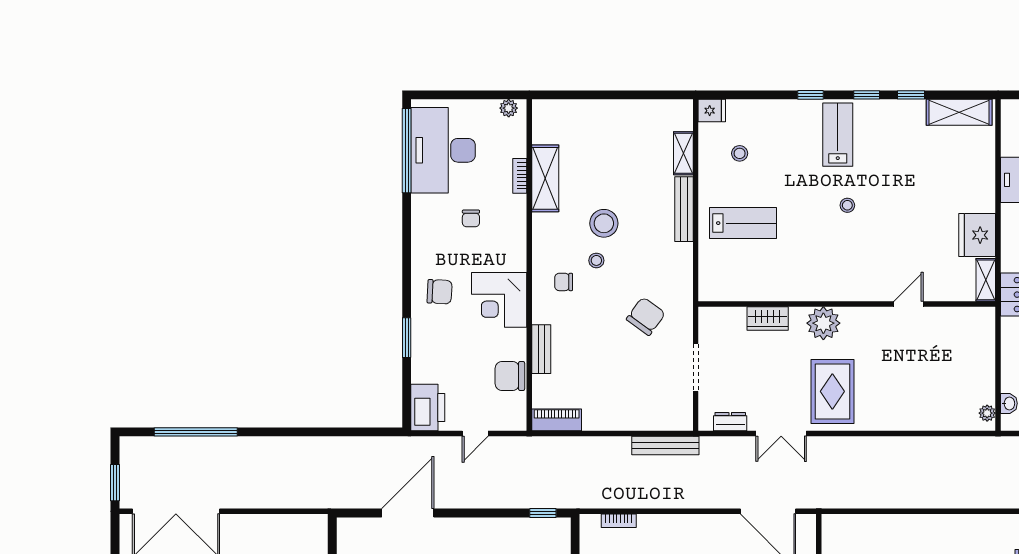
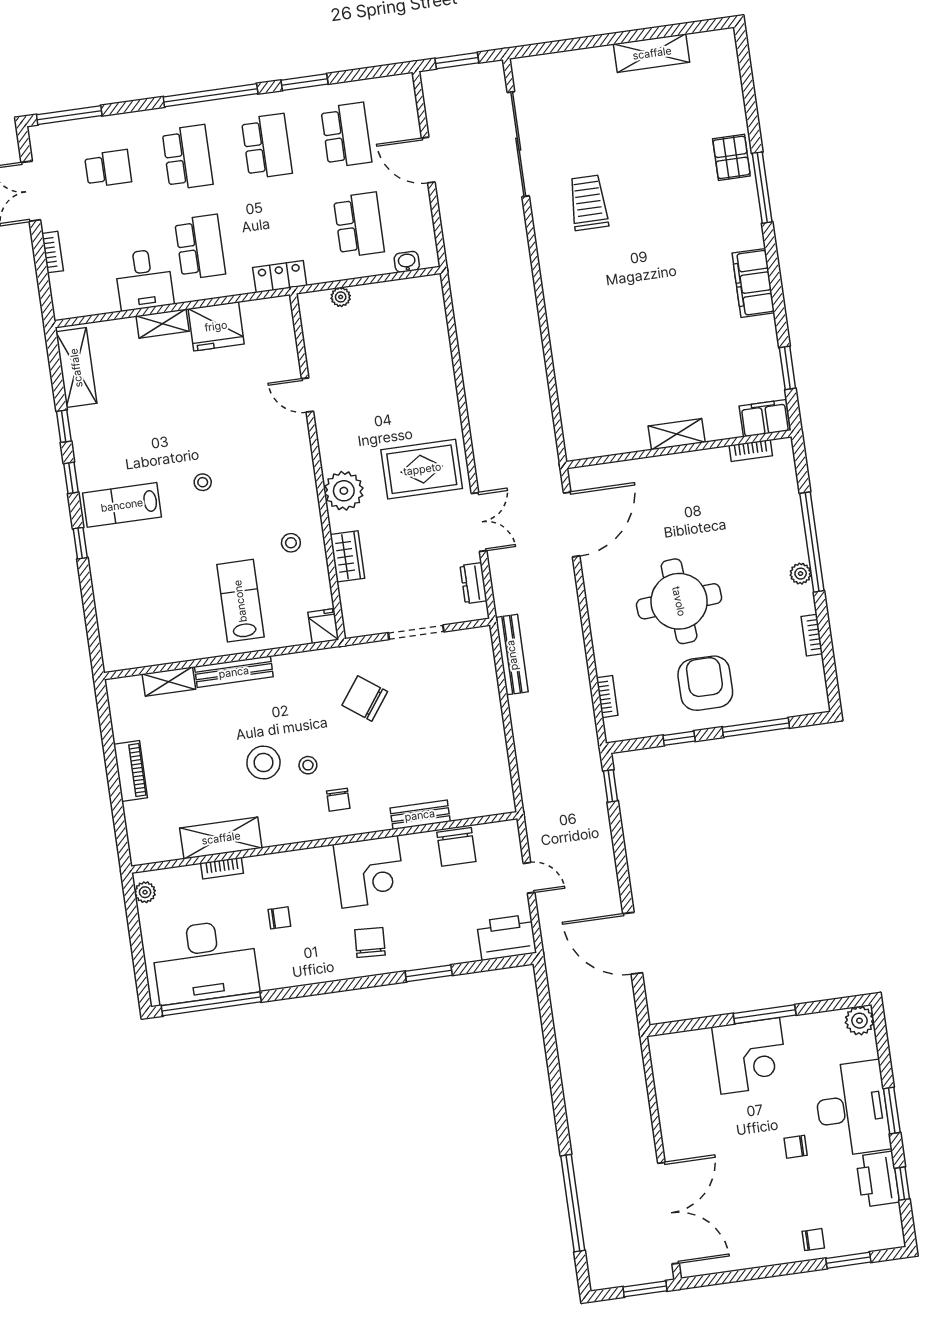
fridge: (712, 111) -> (323, 626), moved
stool: (740, 153) -> (291, 543), moved
shelving: (986, 280) -> (163, 324), moved
plant: (987, 413) -> (341, 297), moved
piano: (557, 420) -> (131, 771), moved, turned 180

